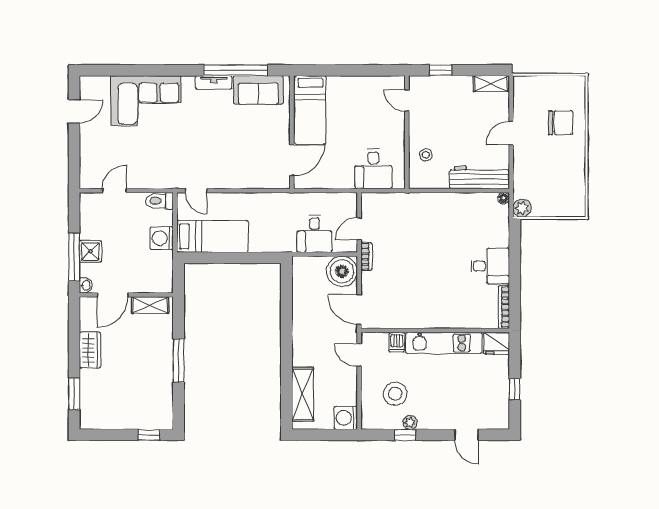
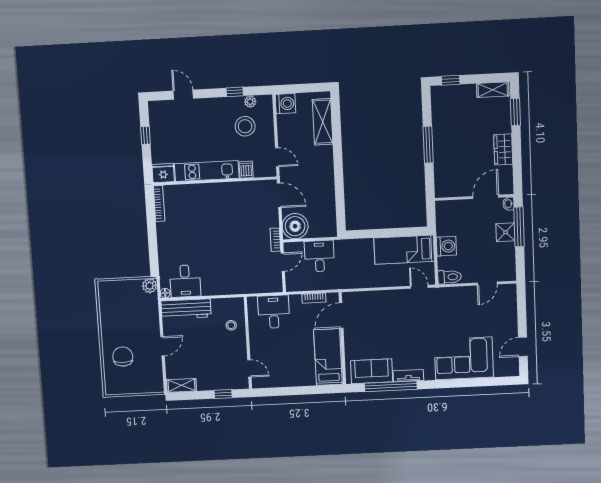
chair: (561, 123) -> (123, 357), turned 90
bookcase: (324, 183) -> (314, 298), added
desk: (490, 266) -> (185, 281), moved, turned -90
shelving: (150, 305) -> (493, 90), moved
plant: (410, 422) -> (250, 102), moved

